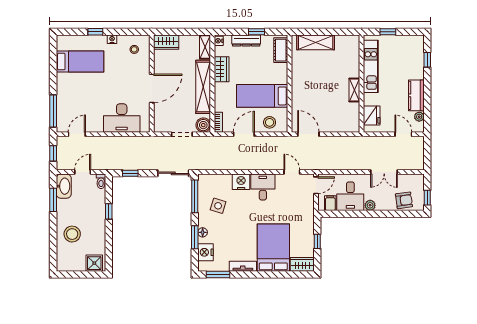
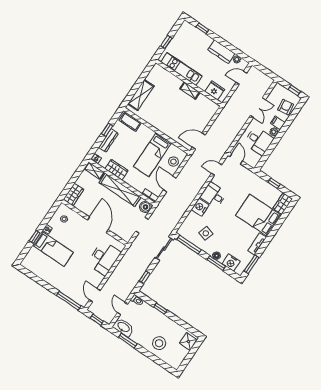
bed: (80, 62) -> (53, 249), moved, turned 90
filing cabinet: (330, 203) -> (278, 123), moved

